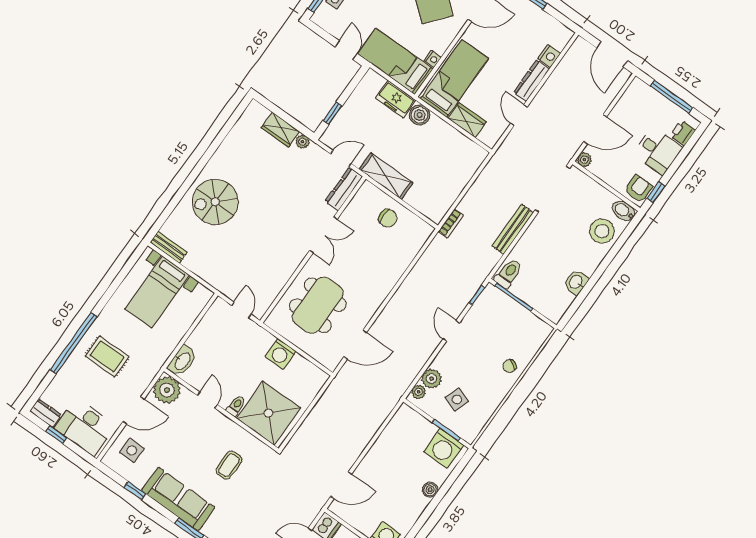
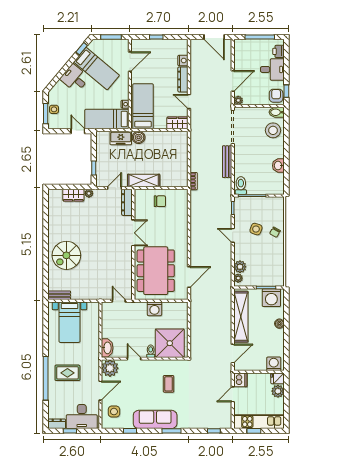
wardrobe: (467, 120) -> (177, 123), moved
dining table: (318, 305) -> (156, 271), width x1.36, depth x1.24
side table: (457, 399) -> (256, 229), moved
shelving: (386, 445) -> (241, 317), added

